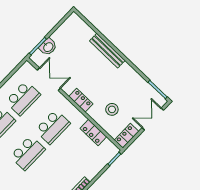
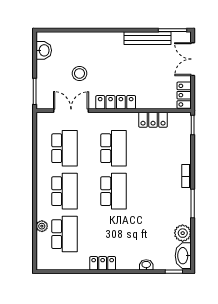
washbasin: (48, 47) -> (44, 50), moved
bench: (107, 51) -> (148, 38), moved
locker: (81, 100) -> (116, 102), width x1.53
stool: (112, 109) -> (80, 73), moved

